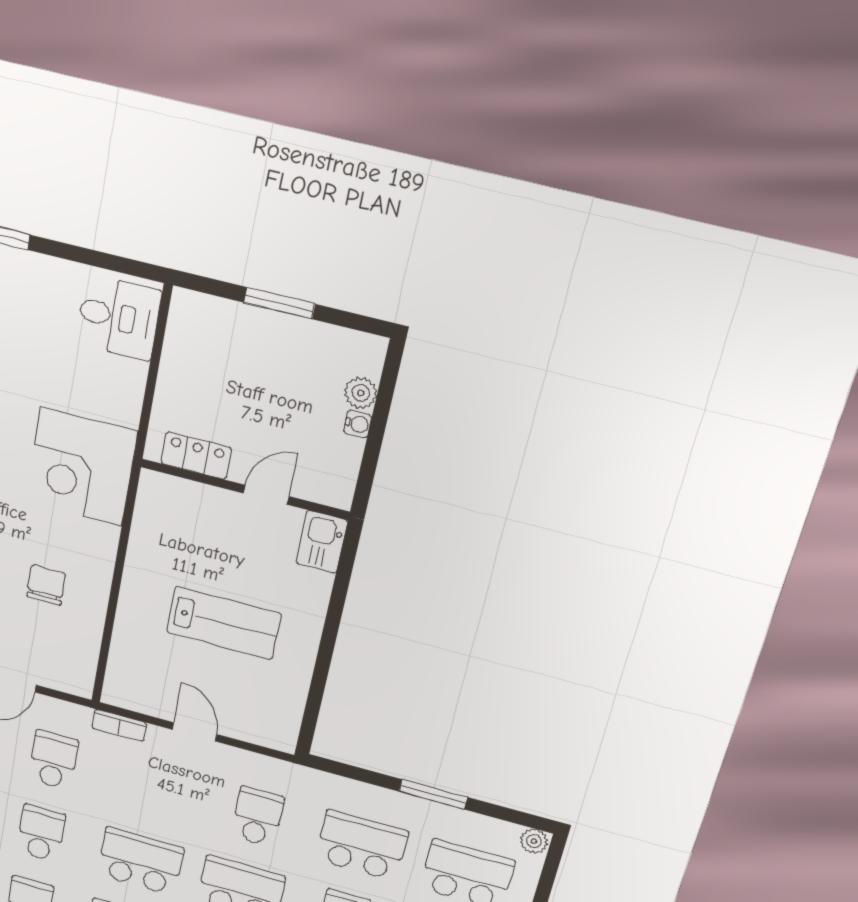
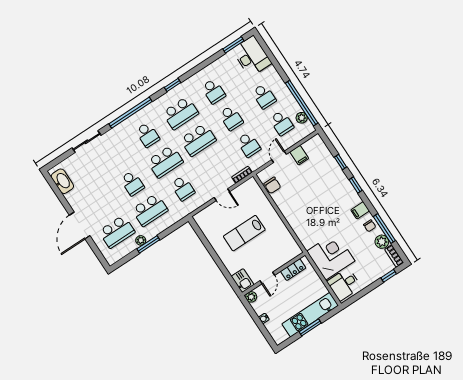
kitchen unit: (252, 330) -> (310, 315), added
plant: (361, 393) -> (251, 297), moved
corner desk: (82, 467) -> (331, 256), moved
chair: (46, 585) -> (272, 185), moved
plant: (534, 841) -> (141, 240), moved

